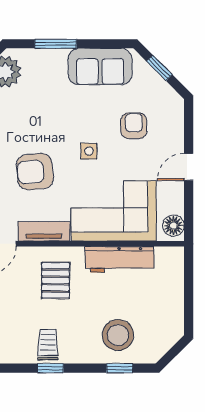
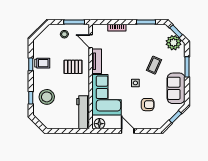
coffee table: (52, 112) -> (154, 65), added
armchair: (35, 172) -> (125, 57), removed
workbench: (119, 259) -> (83, 112), moved

